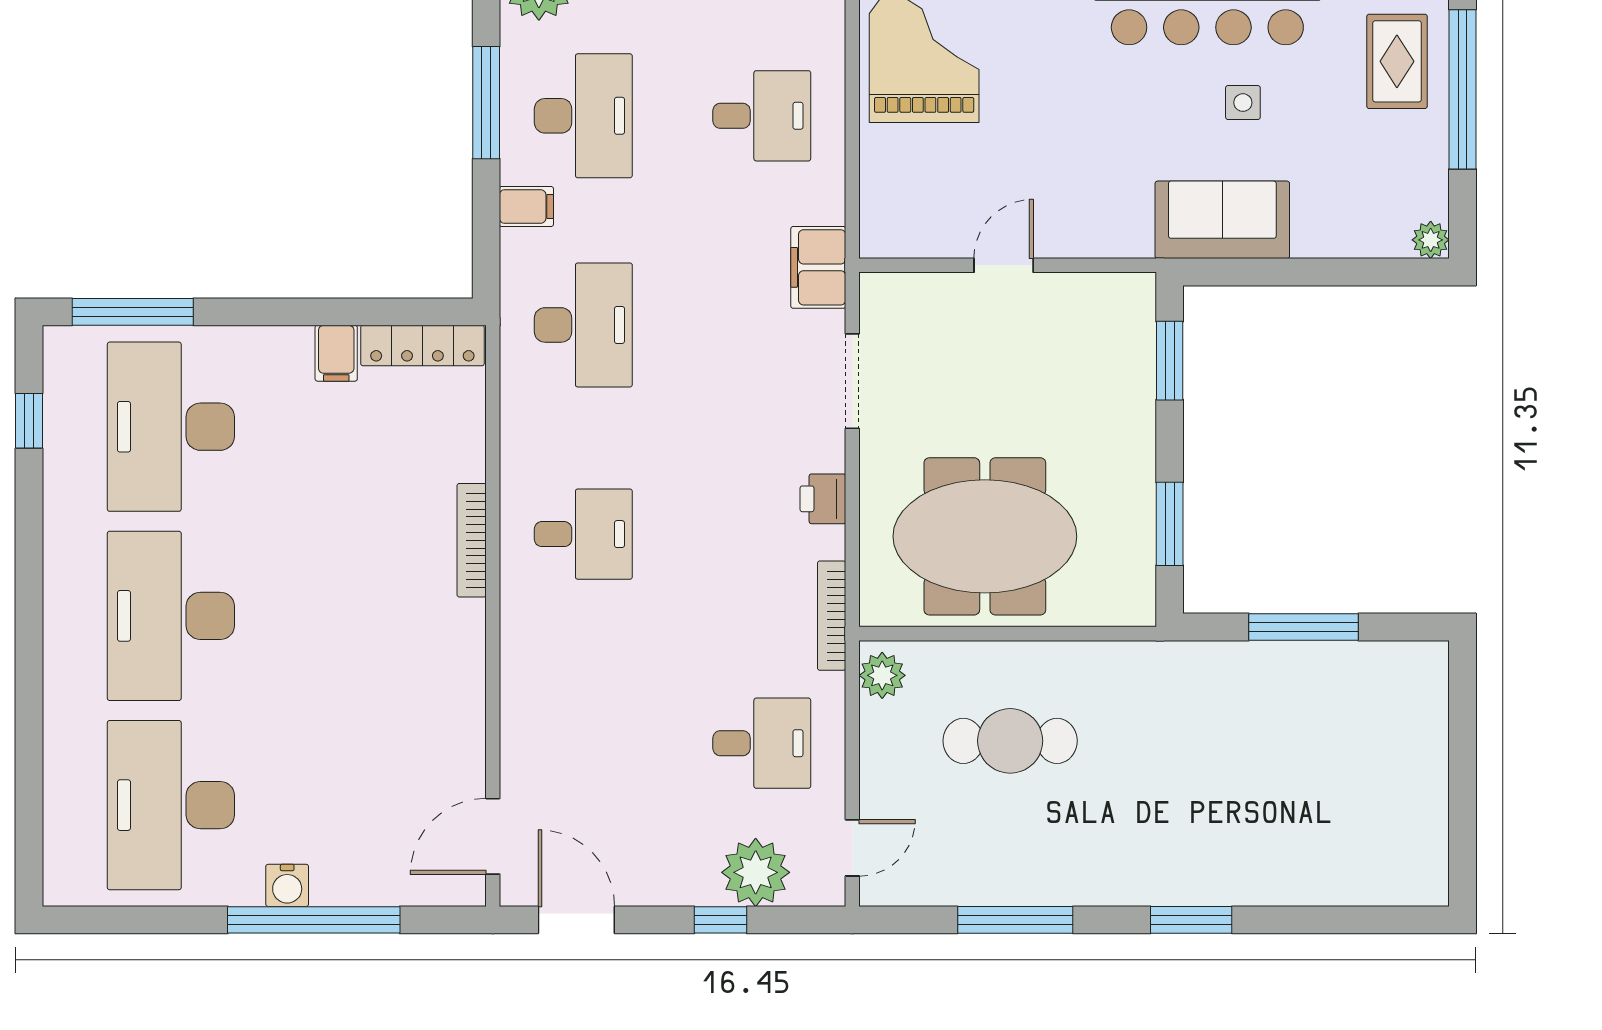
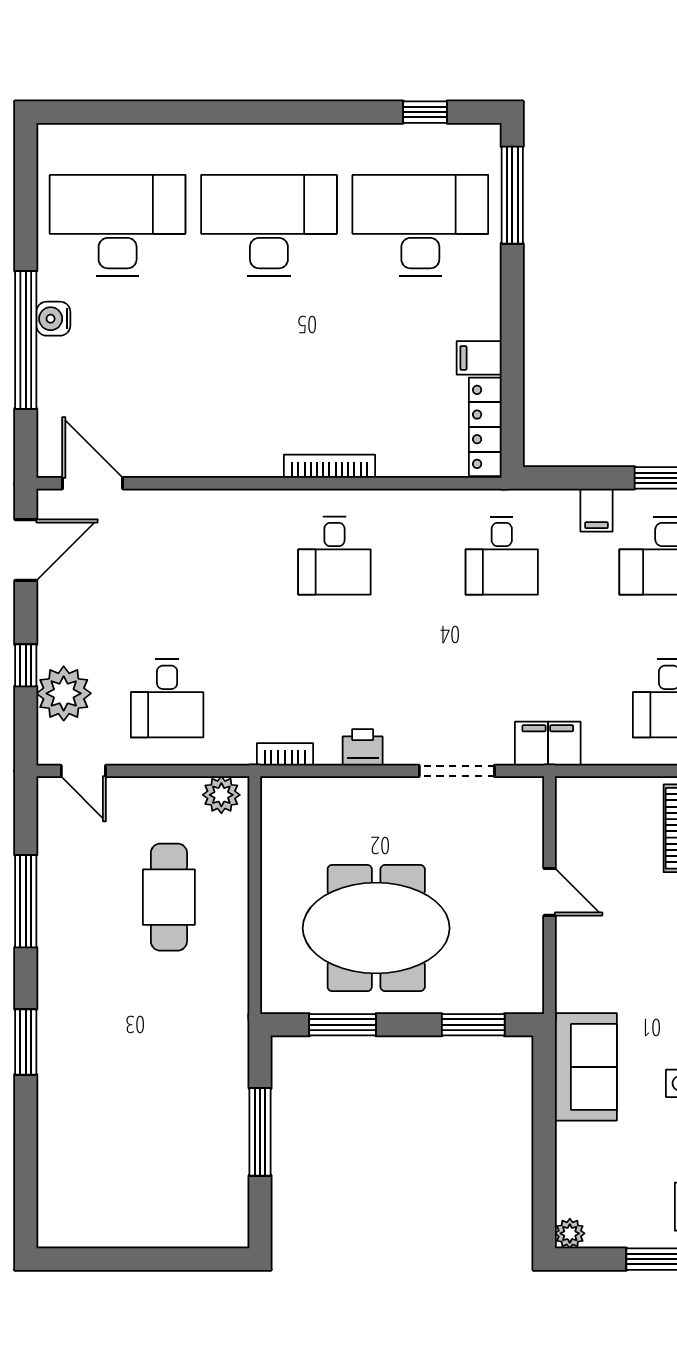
desk: (583, 325) -> (502, 556), width x0.73
meeting table: (985, 536) -> (376, 928), moved, turned 90
bookcase: (832, 616) -> (285, 754), width x0.64

